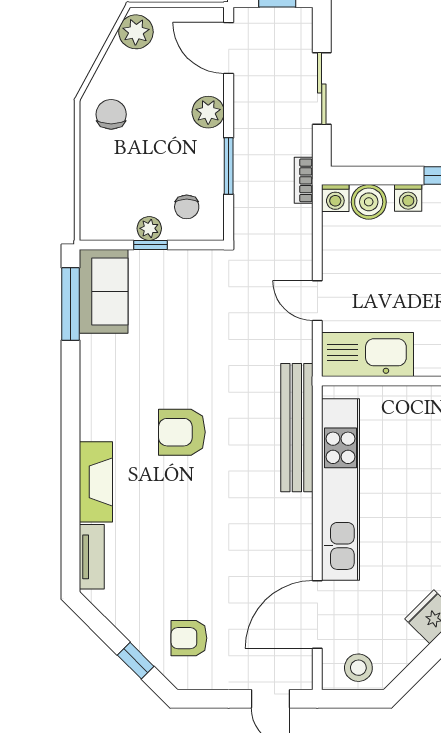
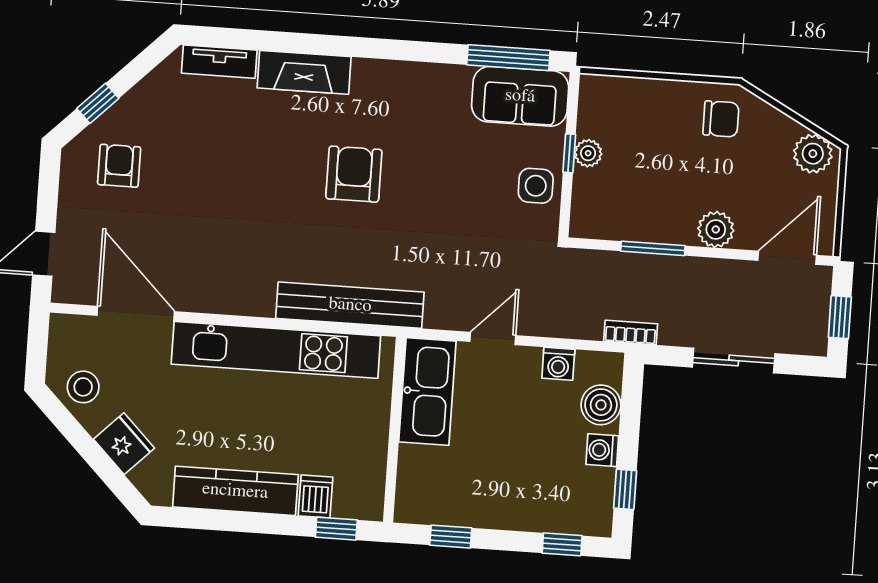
washing machine: (335, 198) -> (558, 364), moved, turned -90
chair: (187, 207) -> (610, 197), removed
side table: (181, 272) -> (536, 186), added
stool: (358, 668) -> (83, 387), moved

